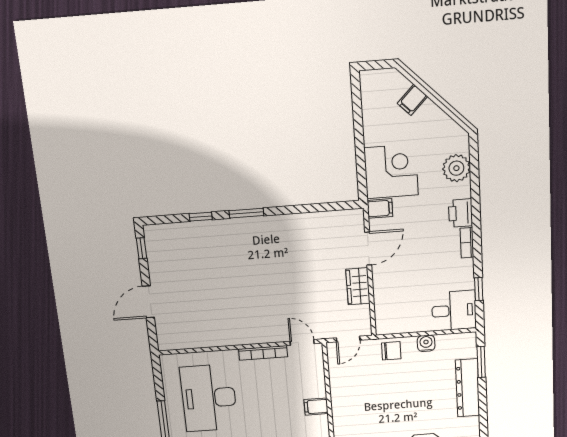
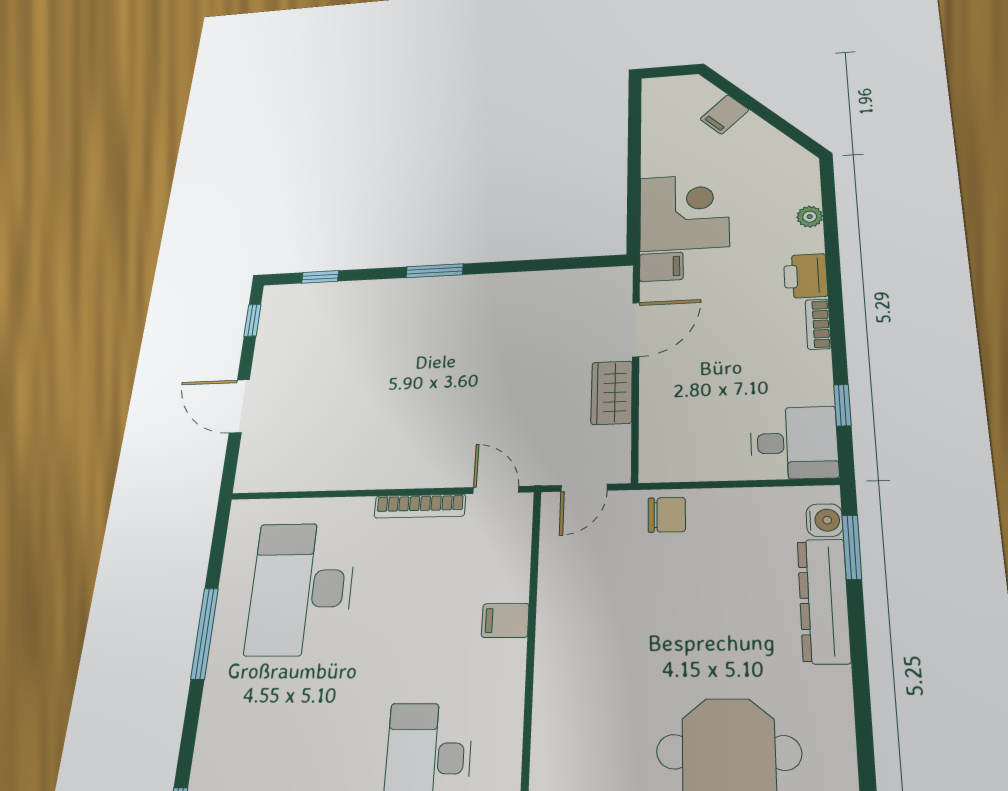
plant: (456, 168) -> (810, 217), width x0.53, depth x0.53
window: (201, 217) -> (320, 277), moved
door: (148, 302) -> (239, 406), hinge flipped
water cooler: (426, 343) -> (824, 520), moved, turned 90

